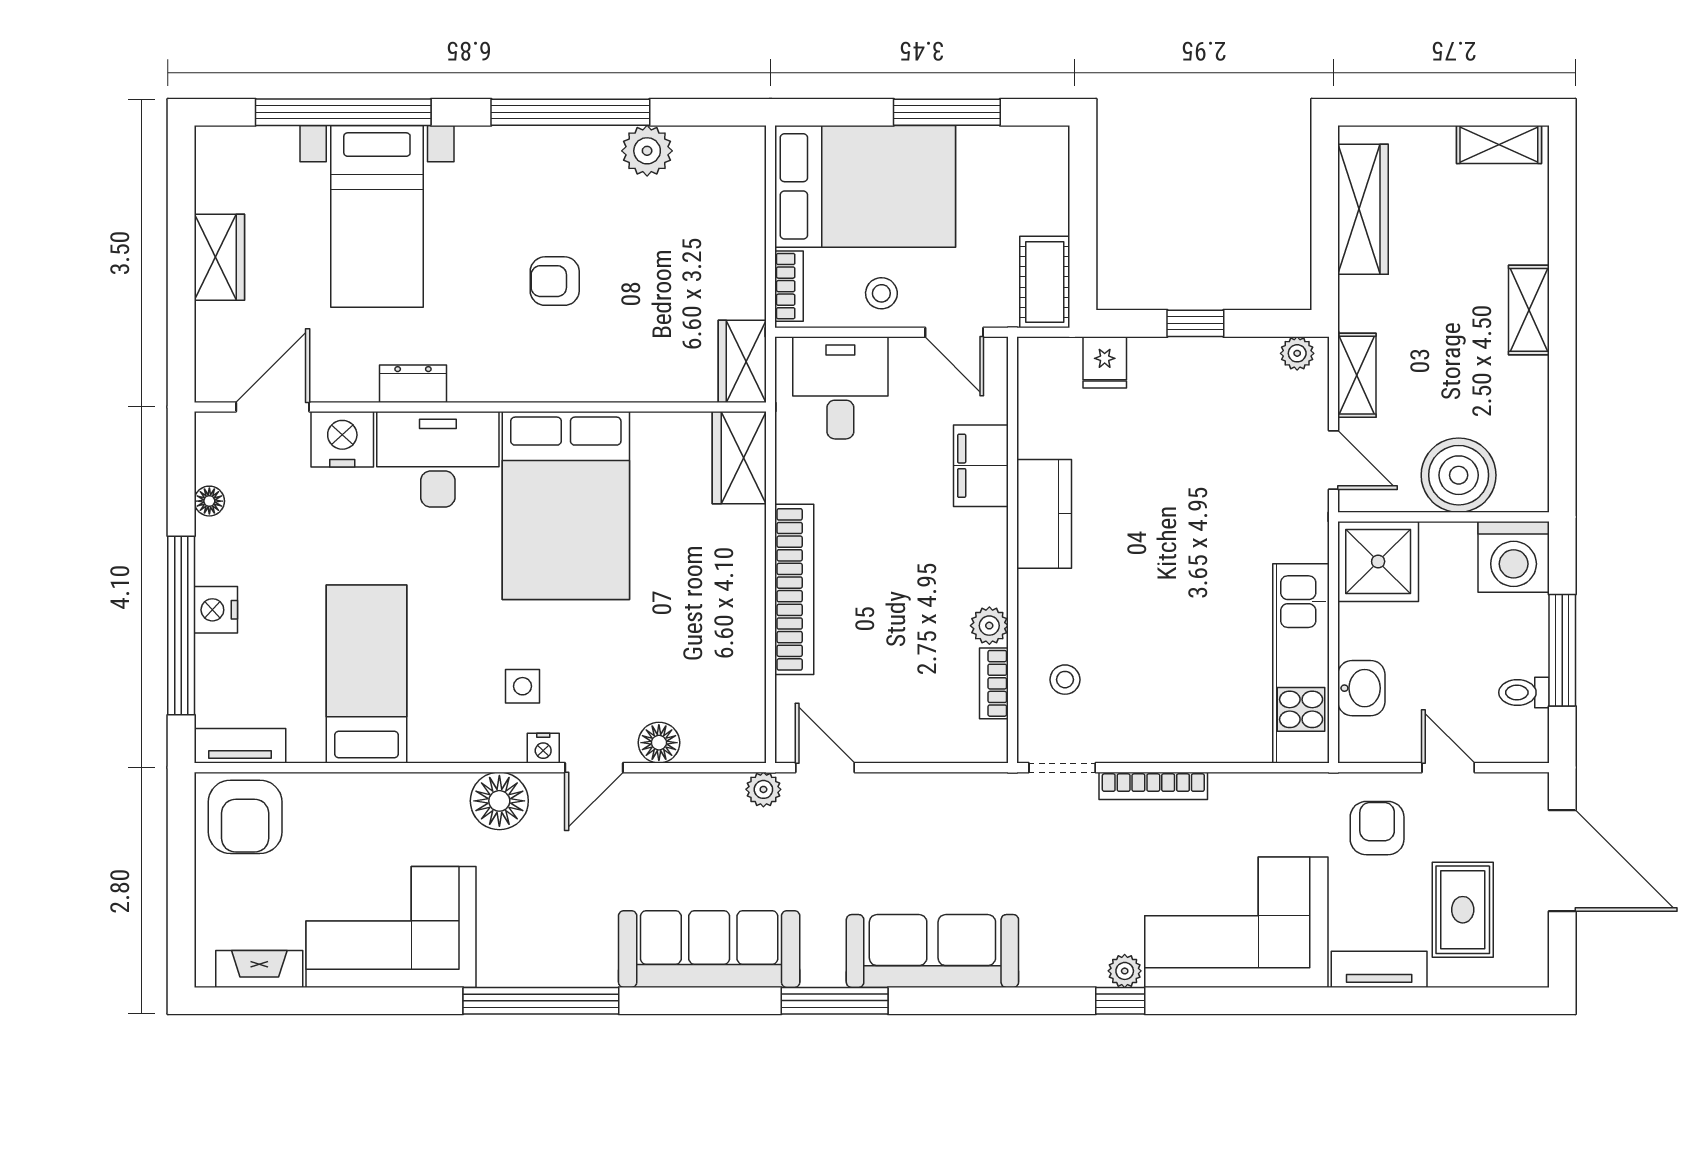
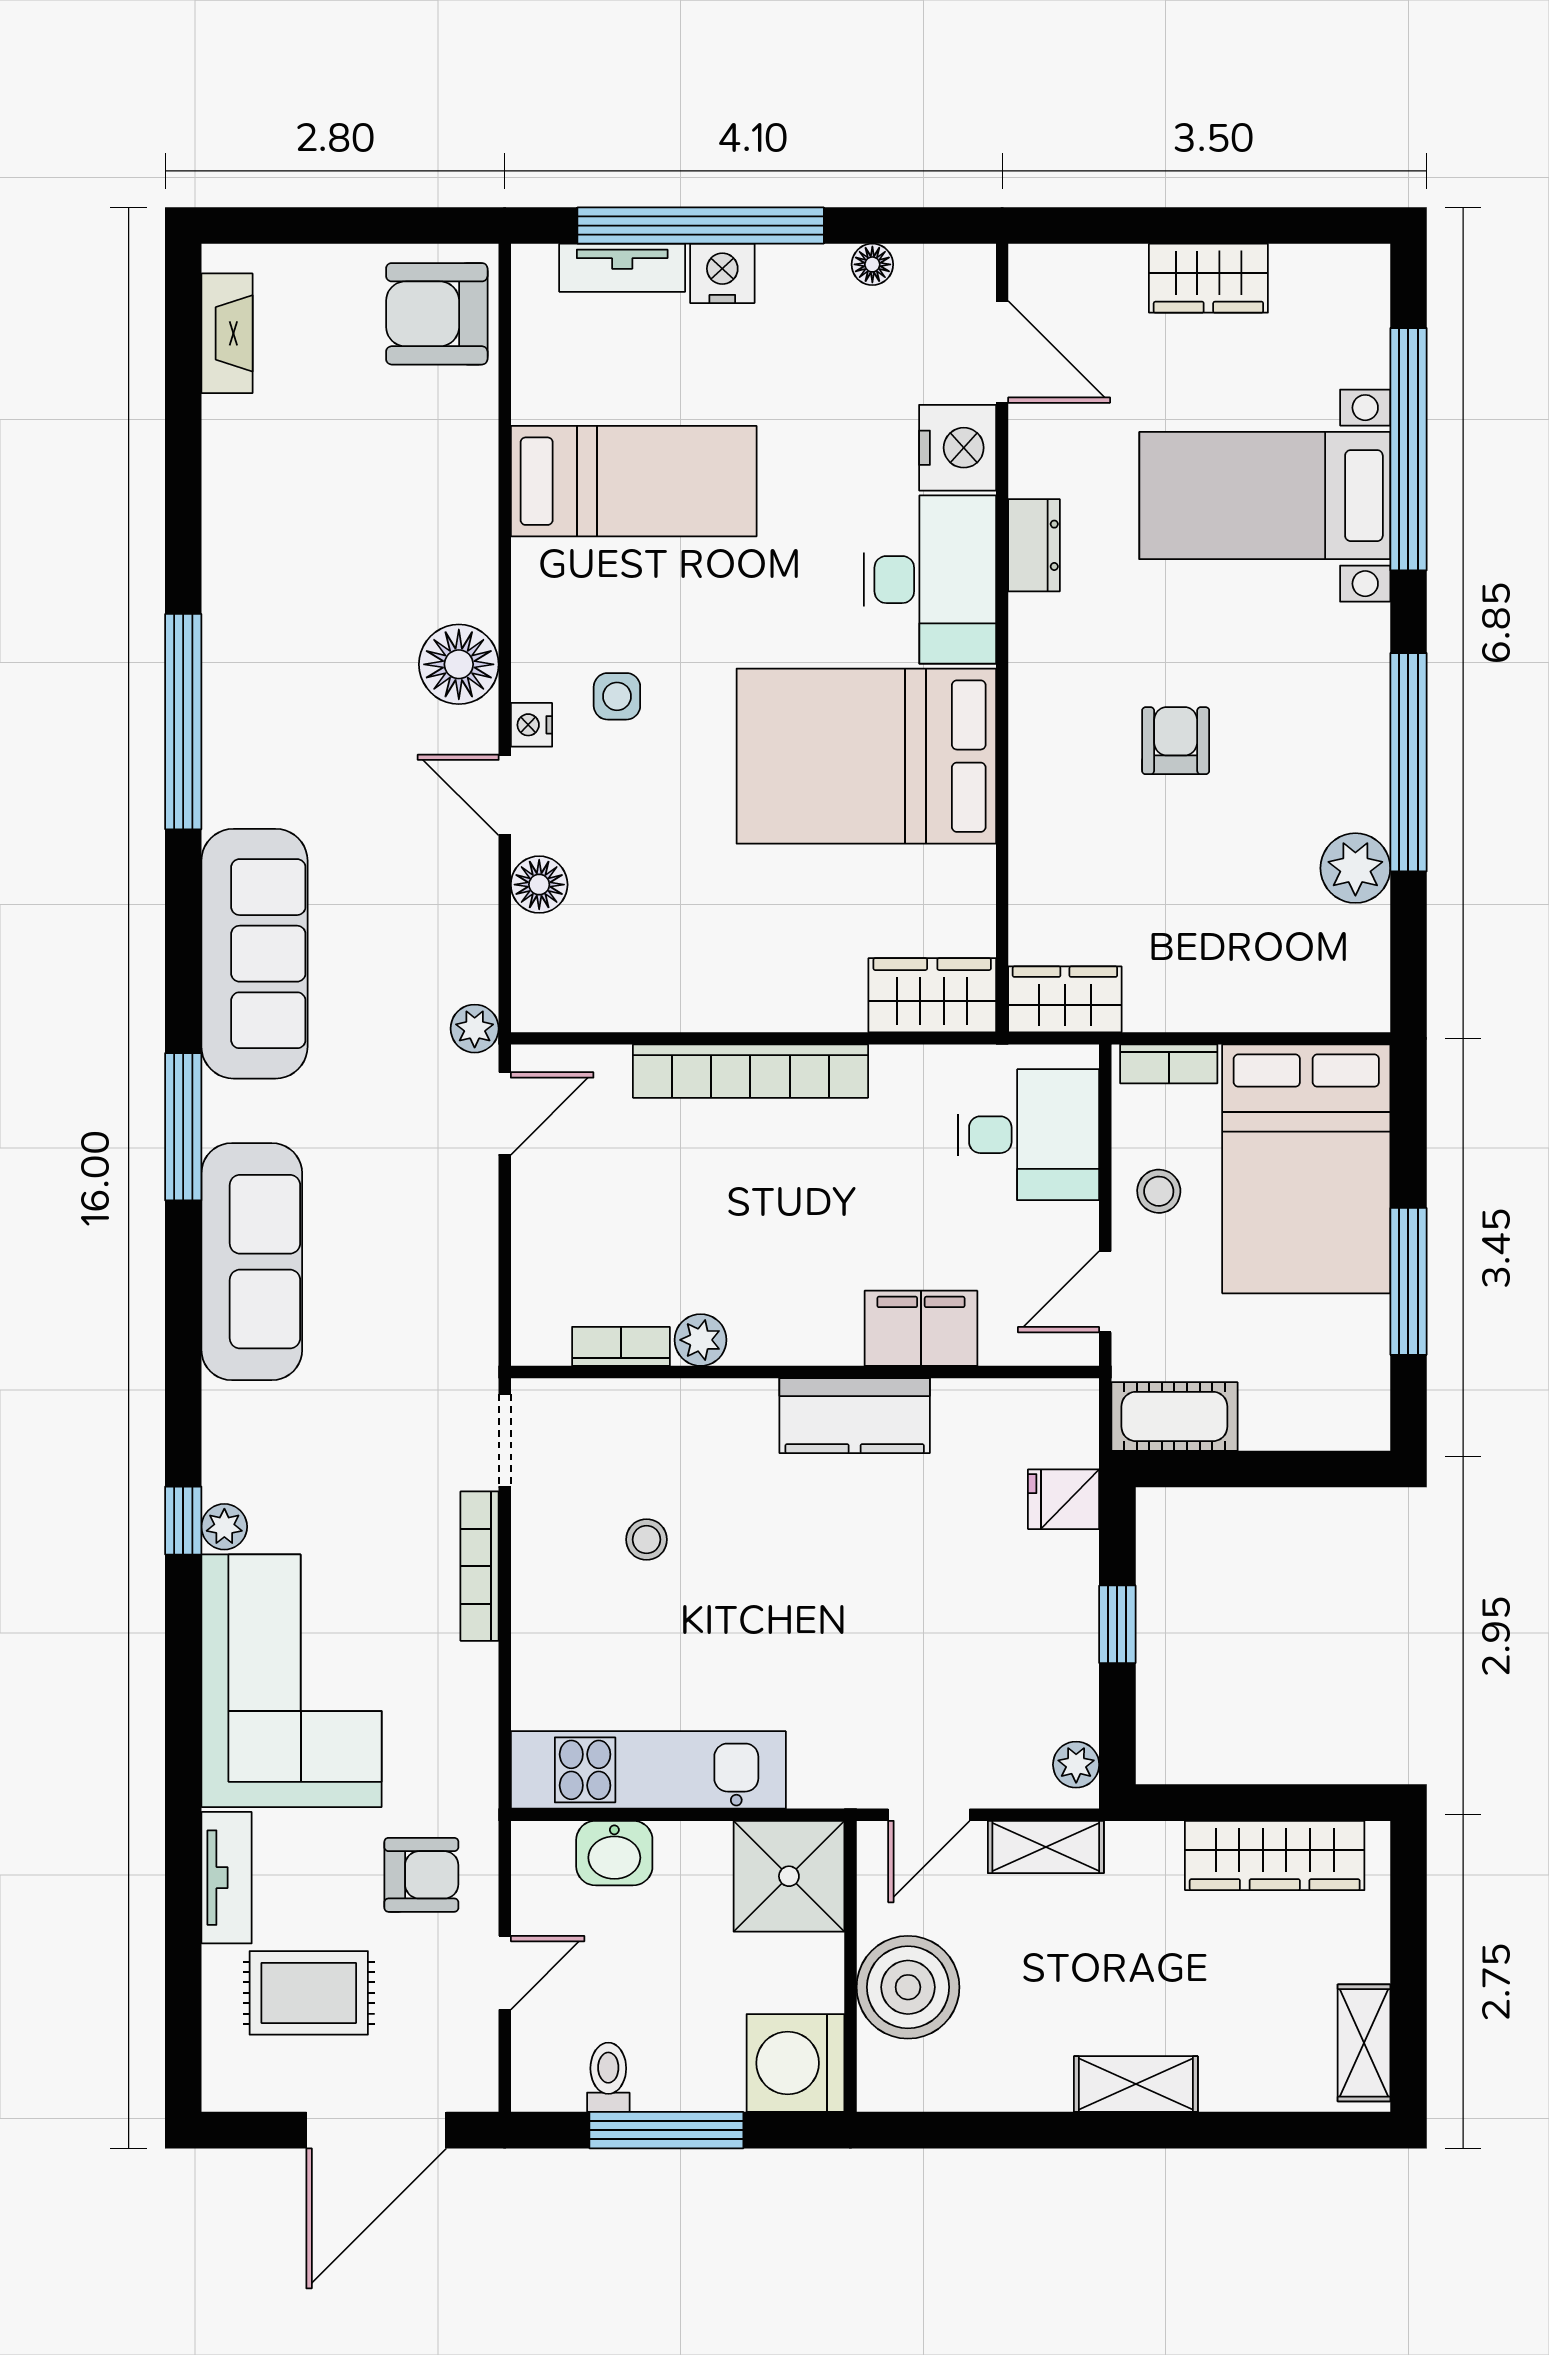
stool: (1065, 680) -> (647, 1540), moved
tv unit: (240, 746) -> (622, 268), moved, turned 90
corner sofa: (391, 927) -> (285, 515), removed

